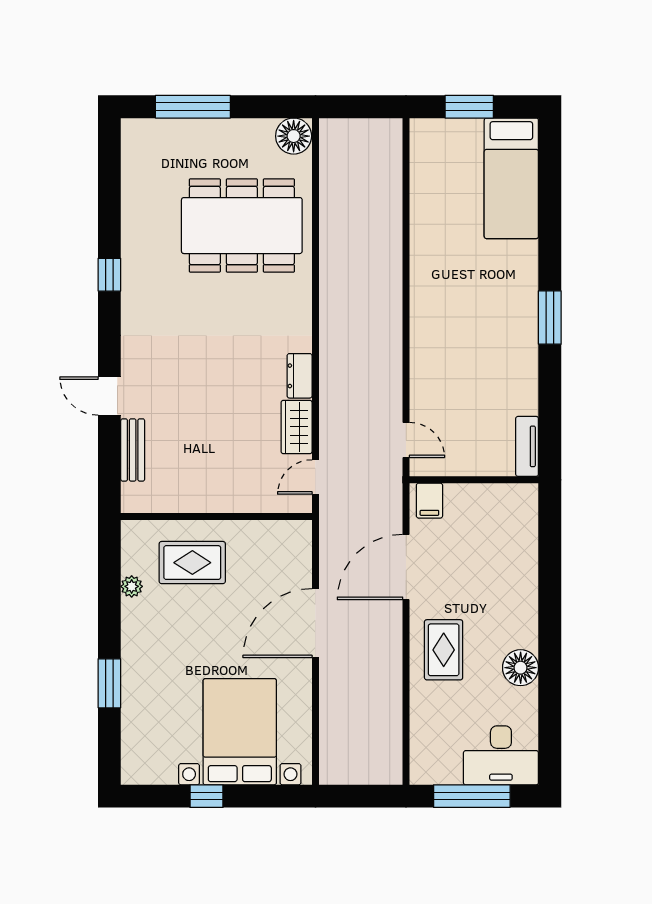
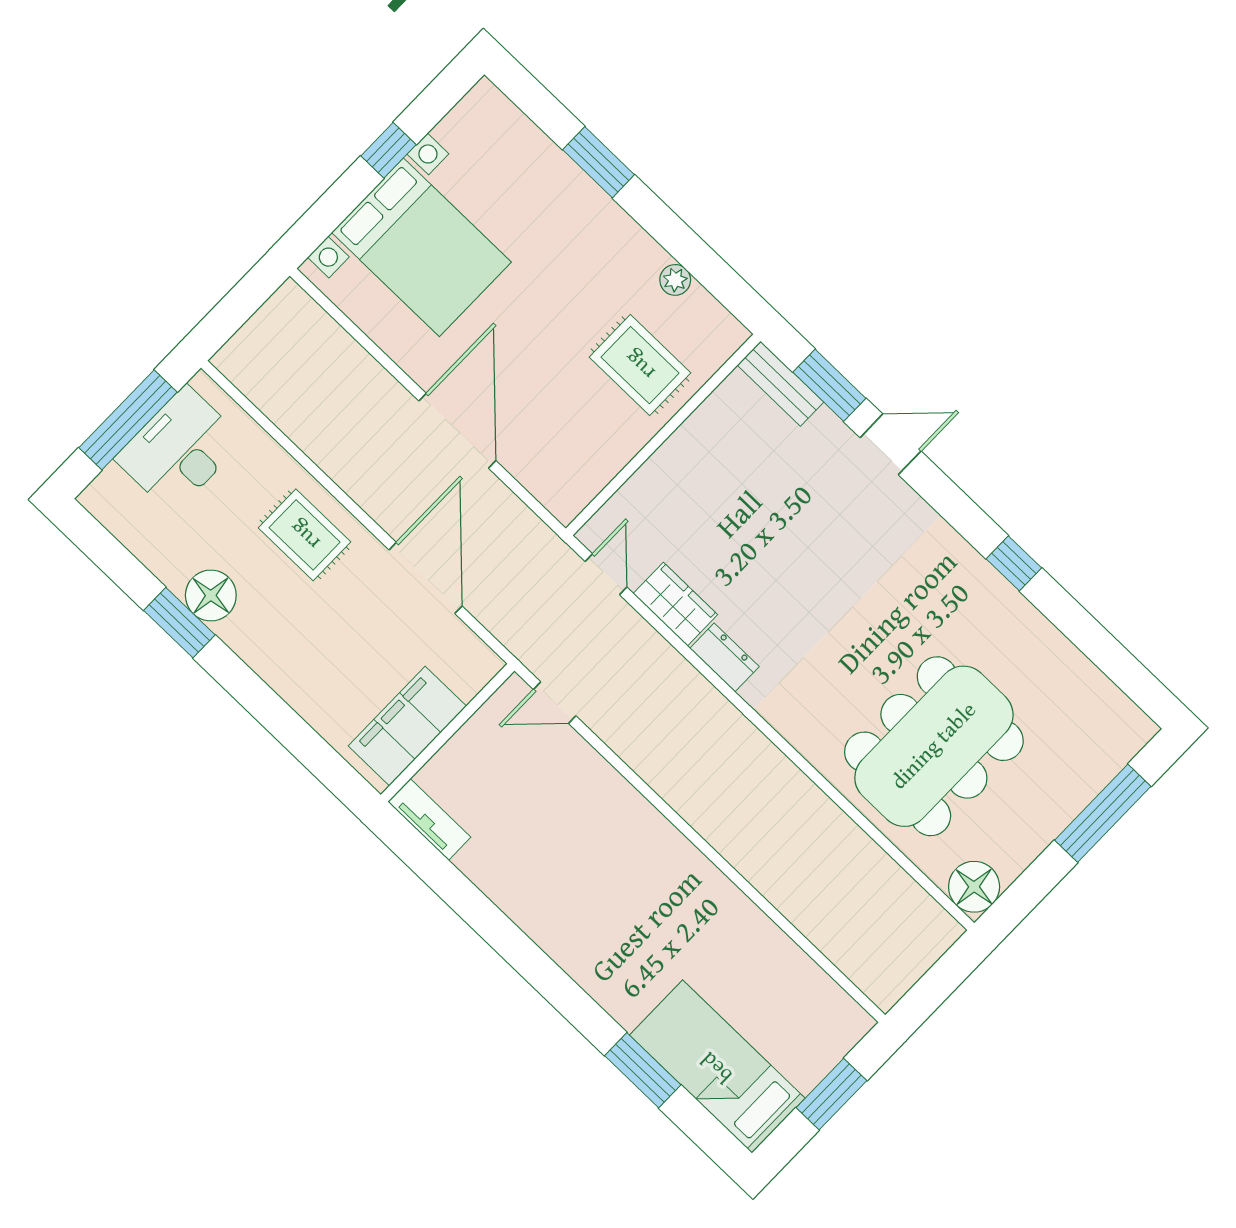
window: (550, 318) -> (643, 1070), moved
bench: (133, 450) -> (780, 384), moved
window: (109, 456) -> (829, 385), added
filing cabinet: (429, 501) -> (407, 726), moved, width x3.00, depth x1.17
rug: (192, 563) -> (640, 365), turned 90
window: (550, 670) -> (179, 623), added
desk: (501, 755) -> (179, 450), moved

